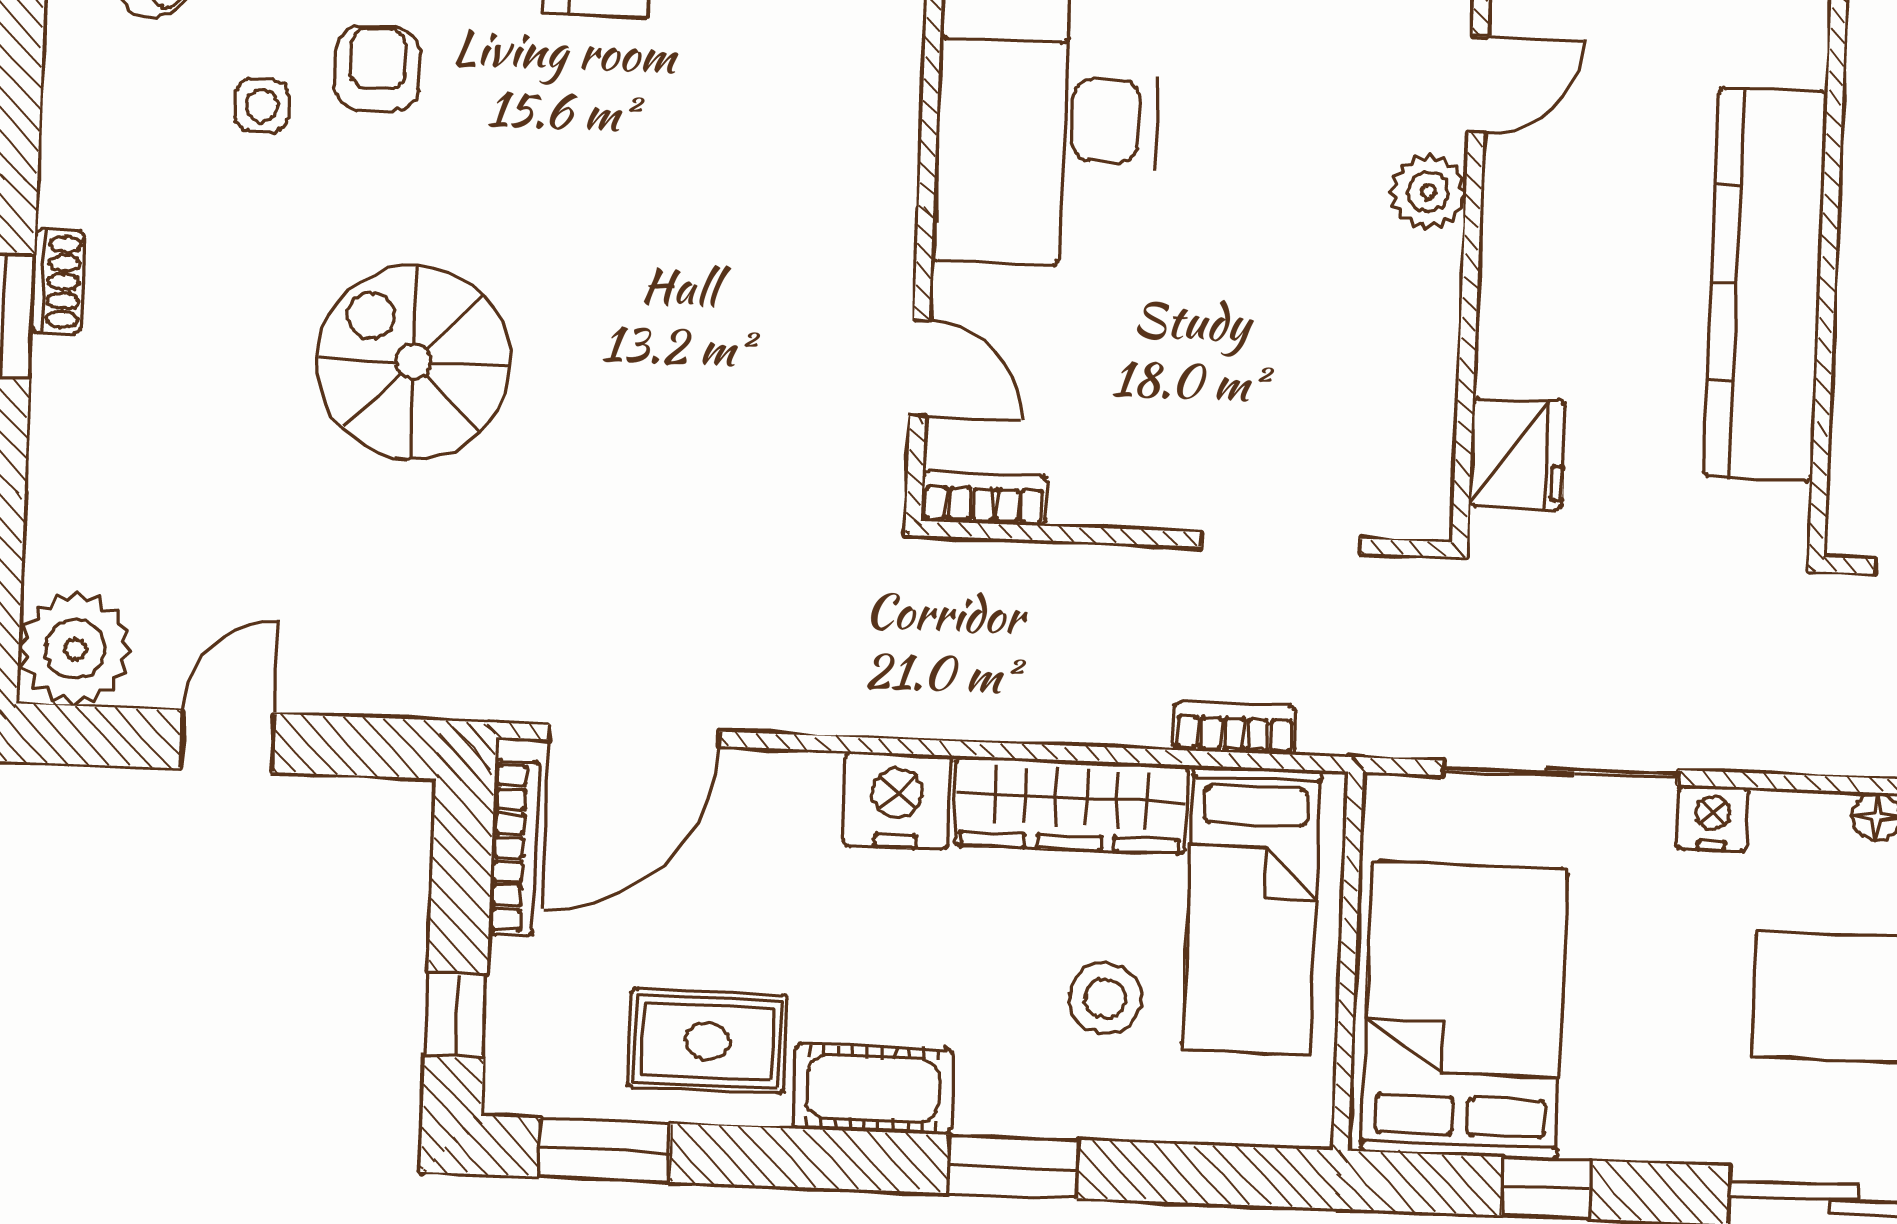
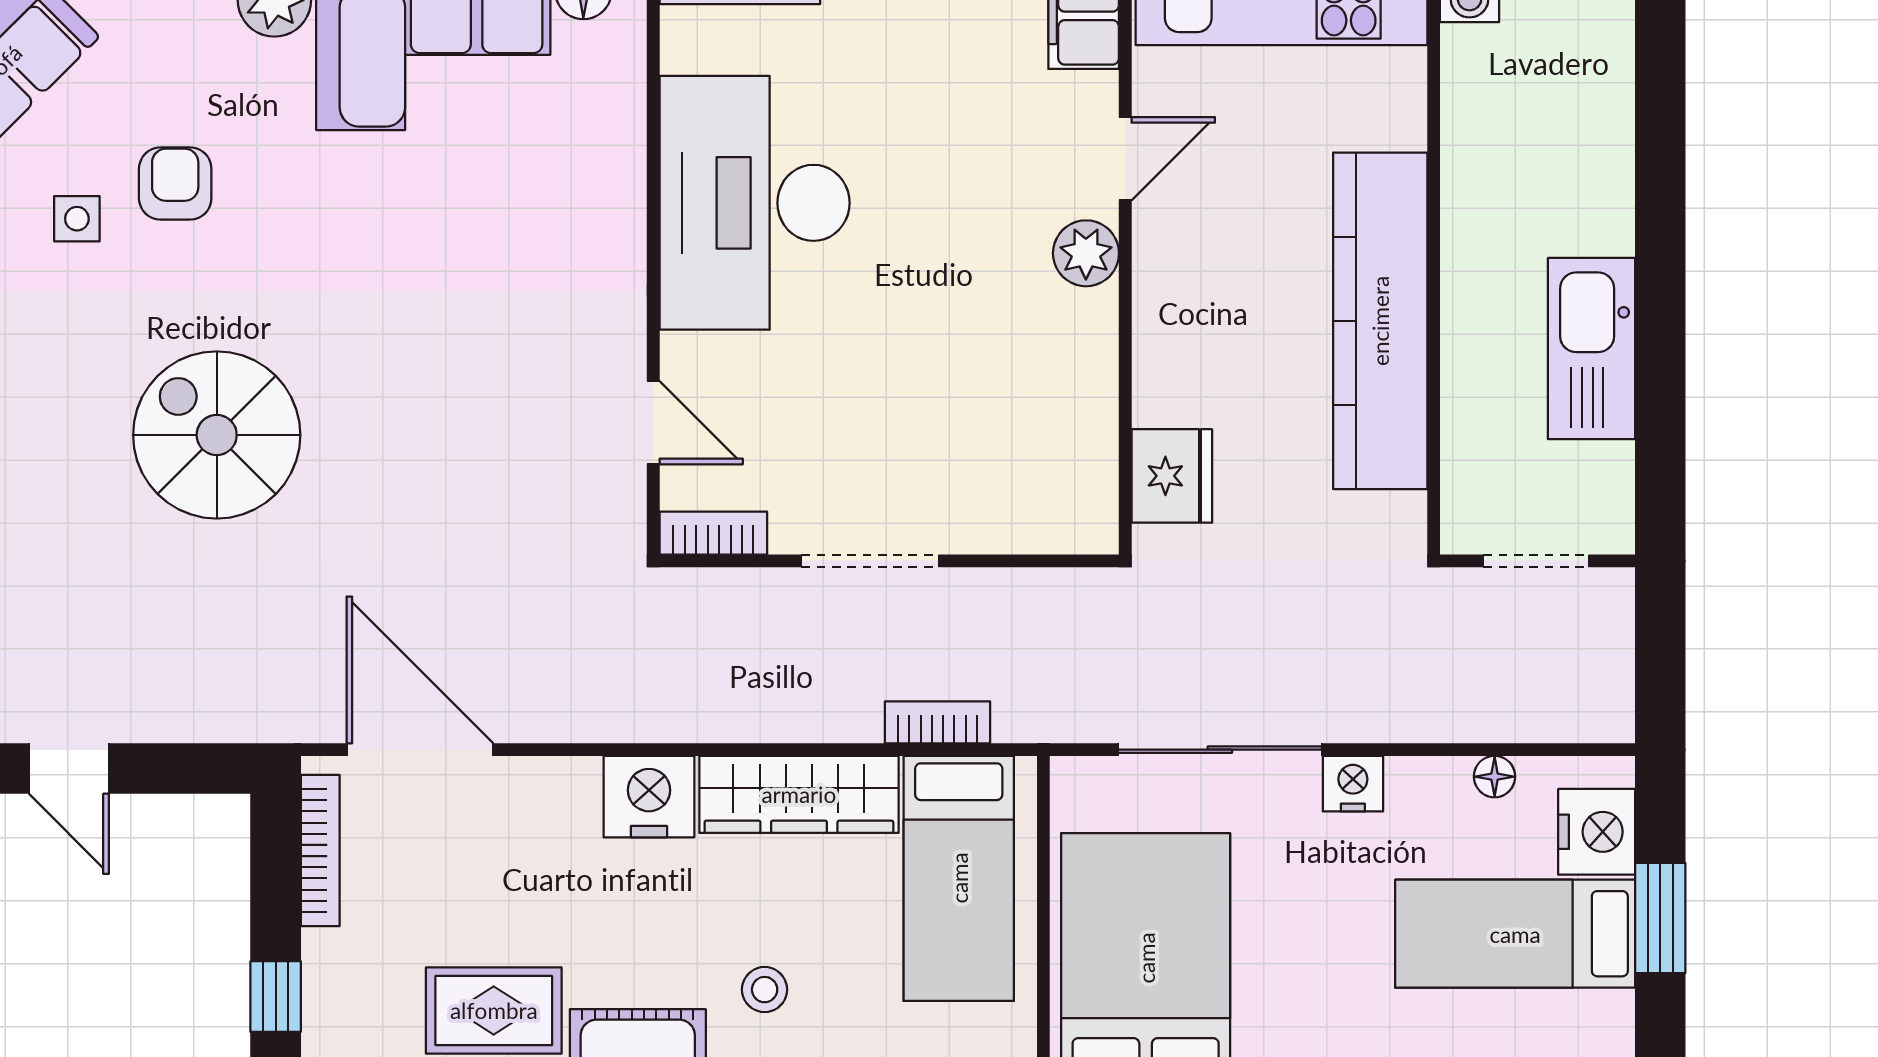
doorway: (1281, 543) -> (870, 561), moved
door: (634, 736) -> (420, 750), swing flipped
door: (227, 741) -> (69, 769), swing flipped
stool: (1105, 999) -> (765, 990), moved, width x0.73, depth x0.73

